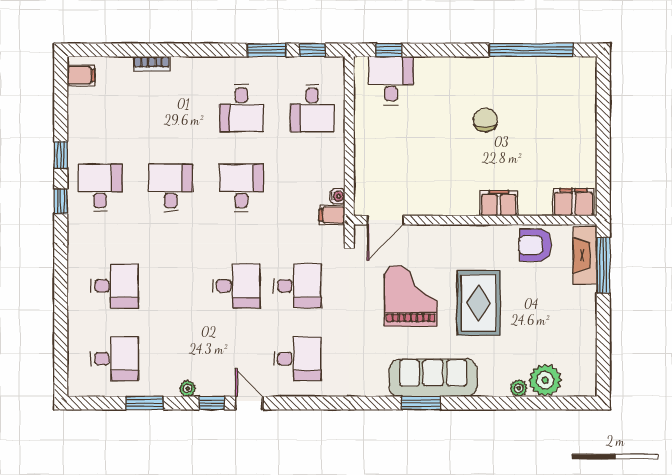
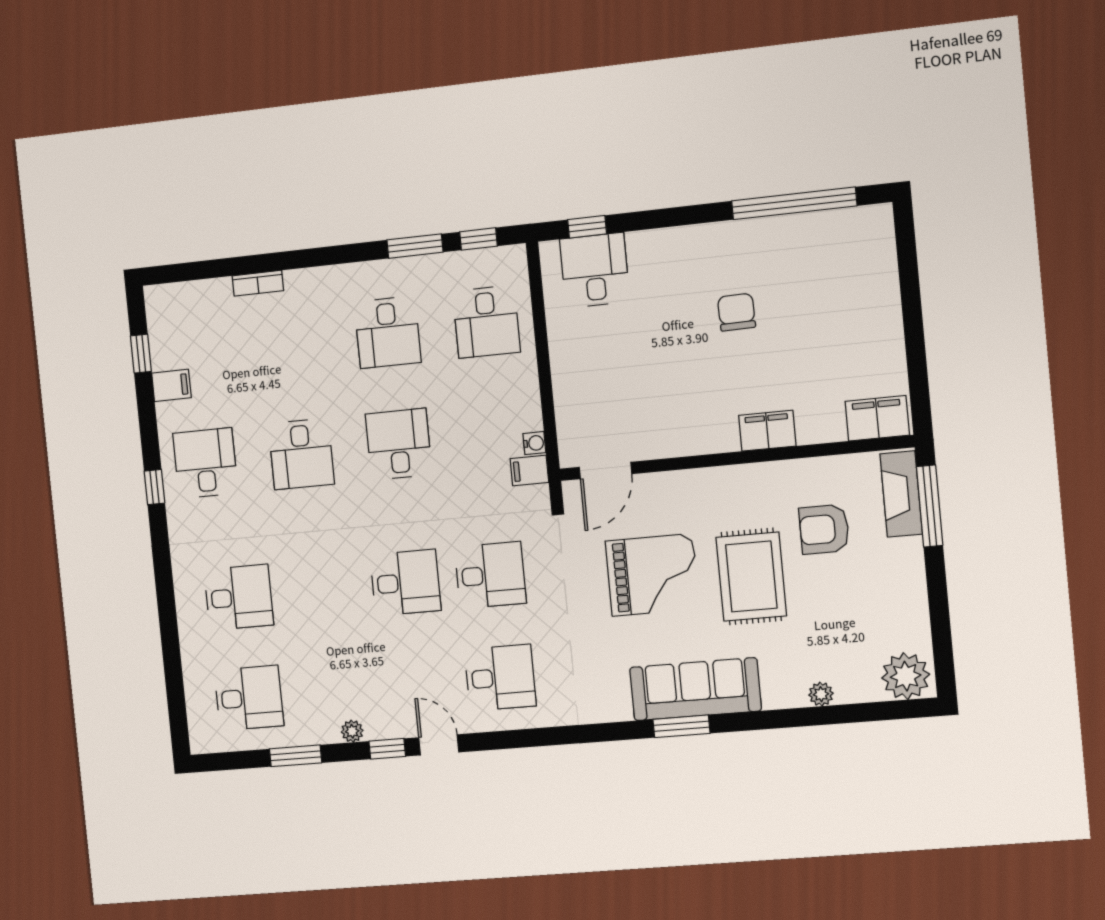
filing cabinet: (81, 75) -> (171, 385), moved
window: (61, 155) -> (141, 354), moved
desk: (171, 188) -> (301, 454), turned 180
armchair: (535, 245) -> (824, 529), moved
grand piano: (411, 296) -> (652, 575), turned 90
plant: (545, 380) -> (906, 676), moved

